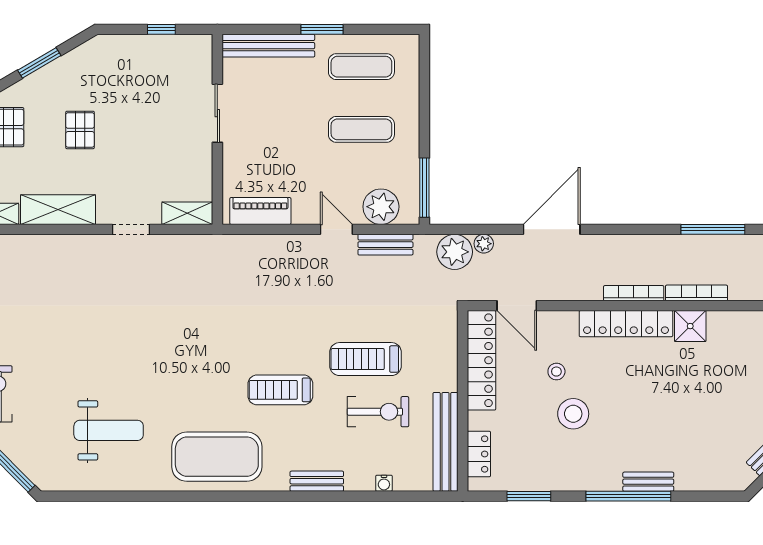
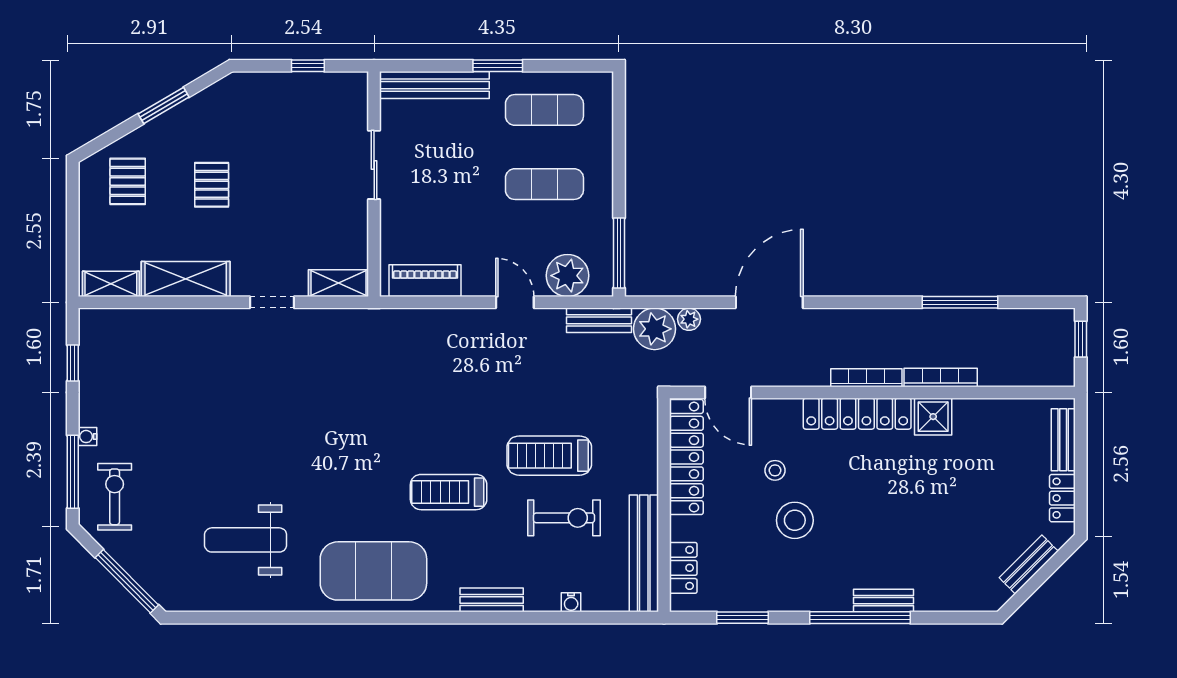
bench: (385, 245) -> (599, 320), moved
weight bench: (109, 430) -> (246, 540), turned 180

